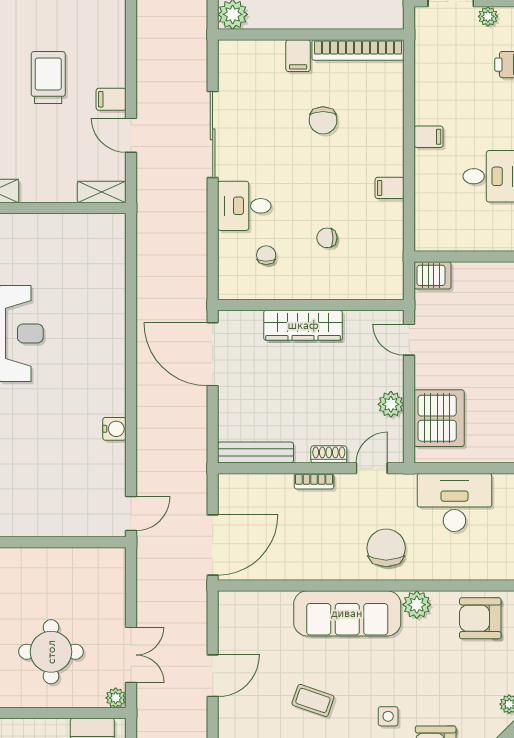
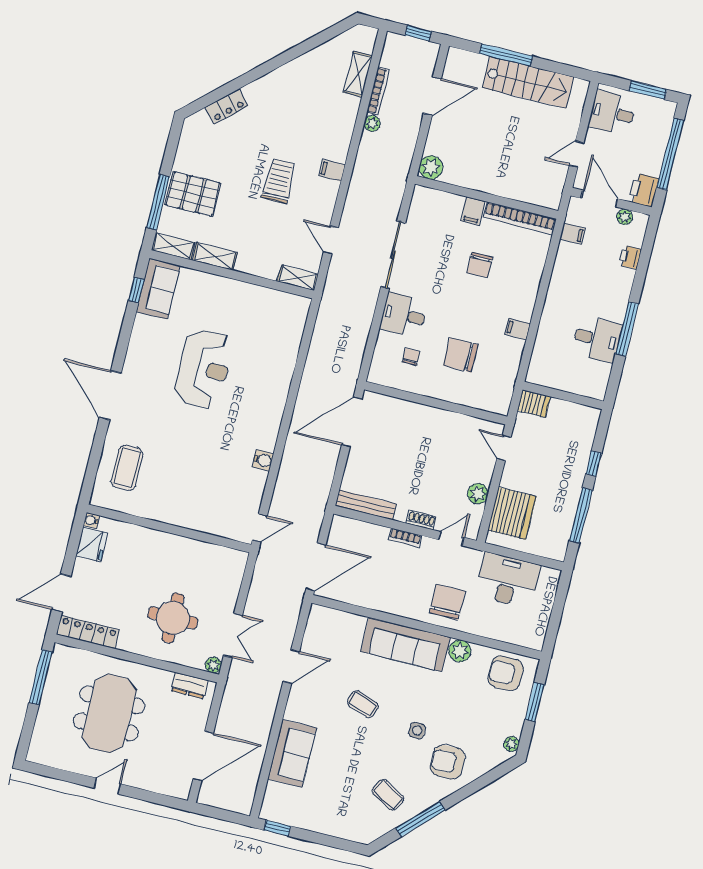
filing cabinet: (111, 99) -> (332, 170), moved
filing cabinet: (429, 137) -> (573, 234), moved
chair: (327, 238) -> (461, 355), width x1.87, depth x1.87
wardrobe: (303, 325) -> (426, 417), removed
door: (213, 354) -> (352, 422), hinge flipped

